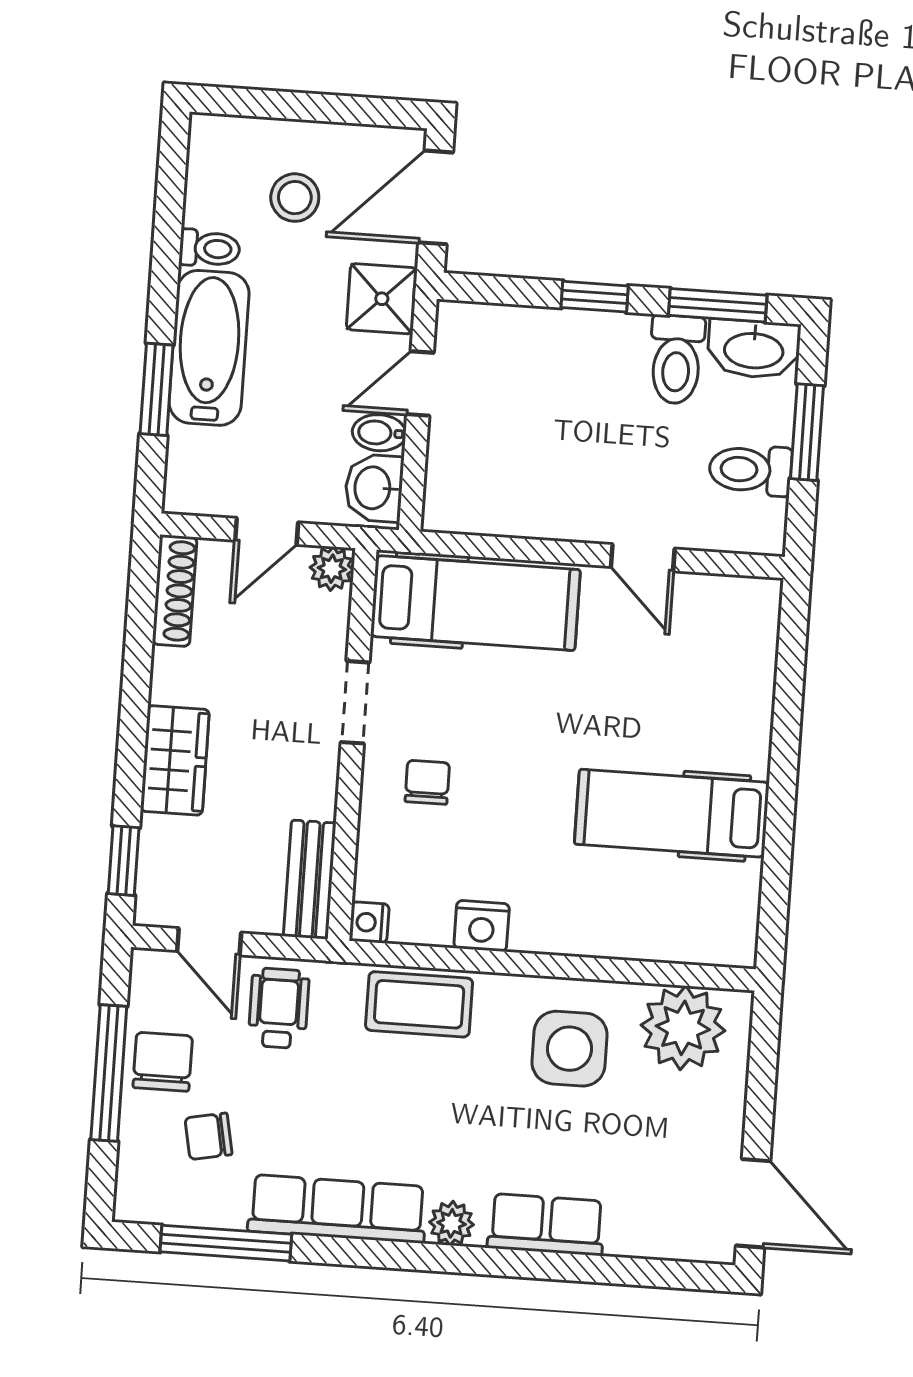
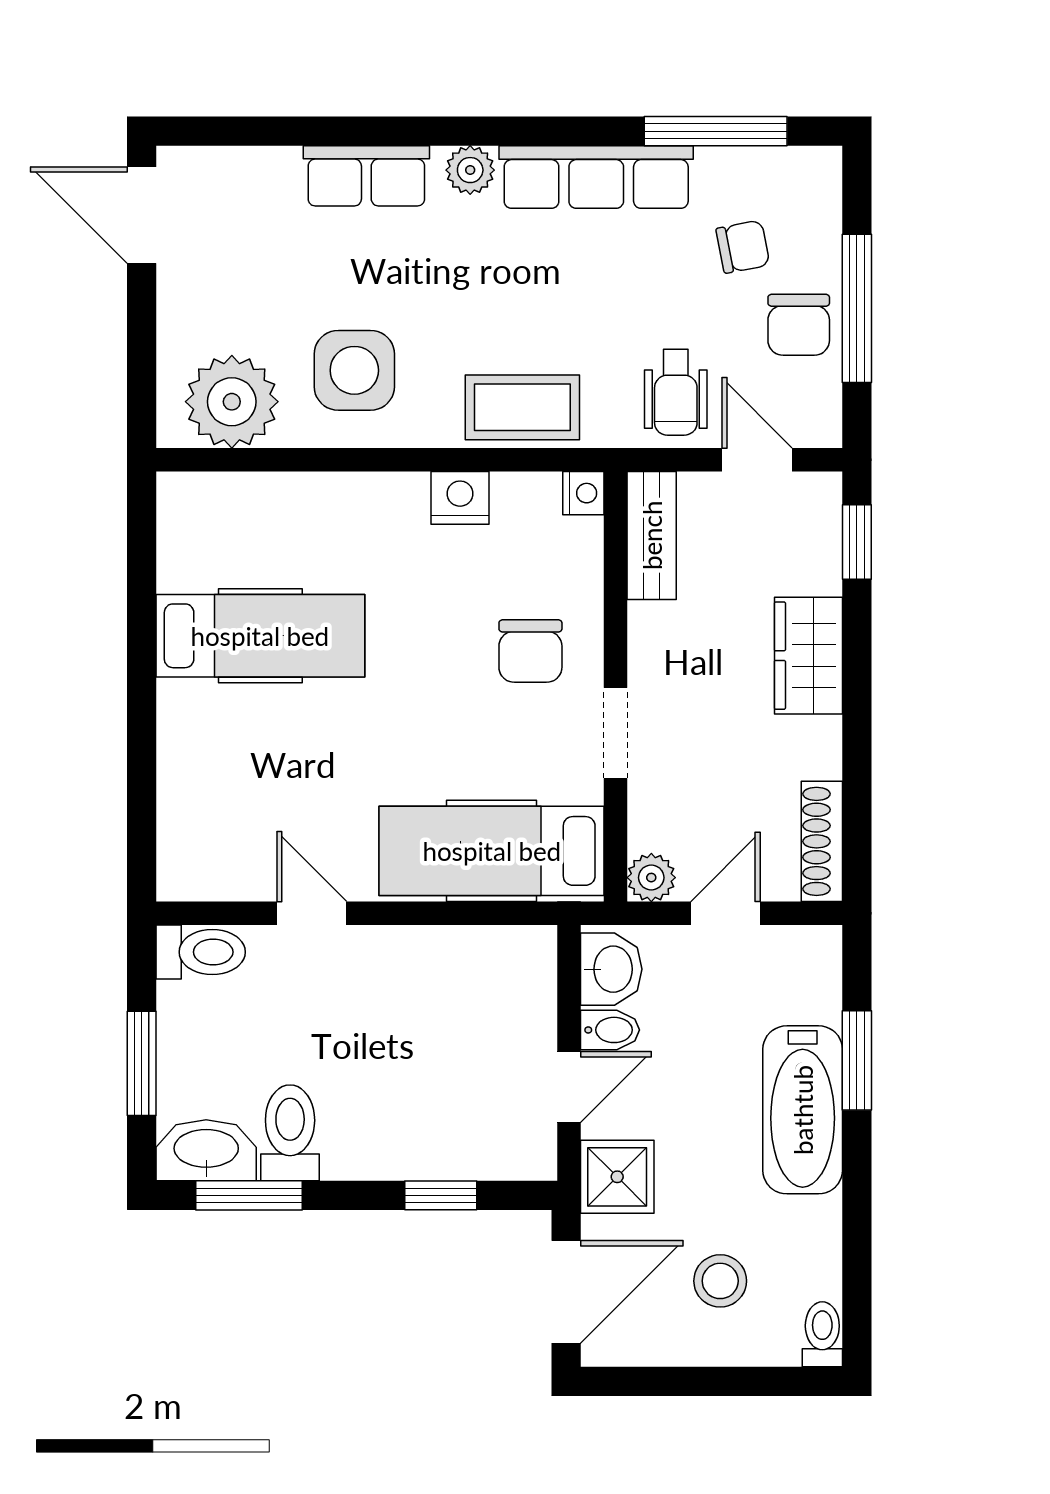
toilet: (209, 248) -> (822, 1334), moved, turned 90
window: (595, 297) -> (441, 1195), moved
toilet: (750, 470) -> (201, 952), moved
chair: (427, 782) -> (530, 651), width x1.37, depth x1.37

